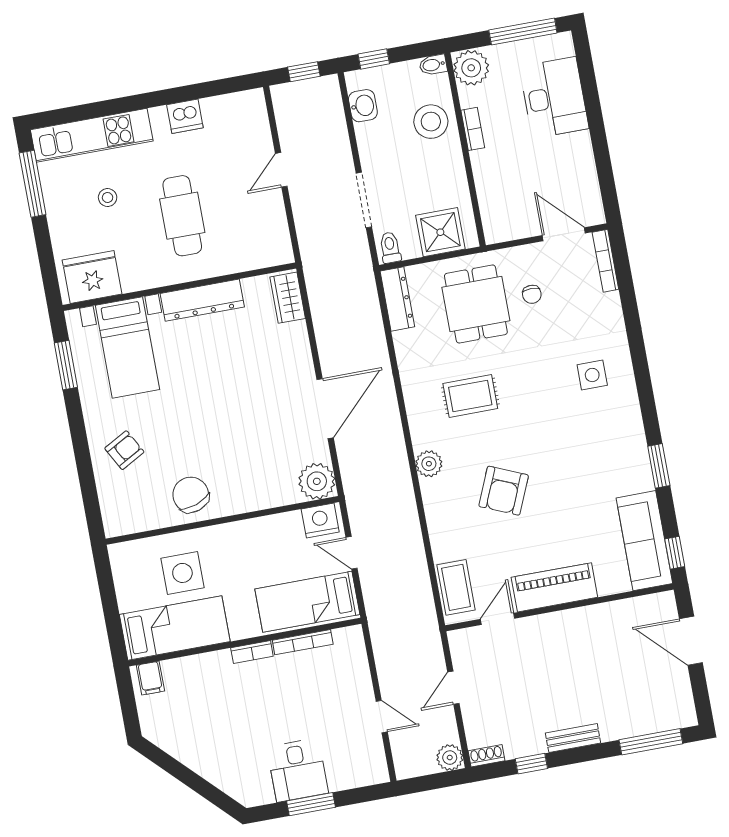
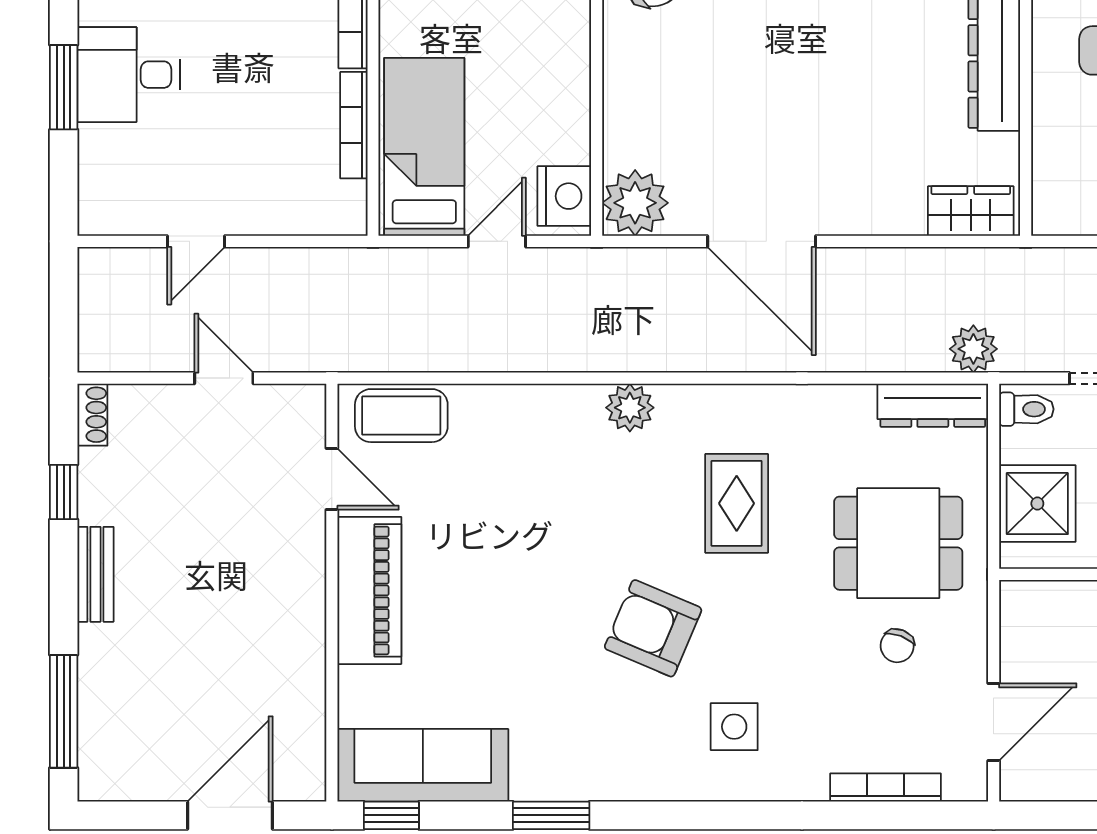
bookcase: (605, 261) -> (886, 787), moved
chair: (532, 294) -> (897, 646), turned -69
armchair: (504, 491) -> (653, 628), moved
plant: (450, 758) -> (973, 349), moved

